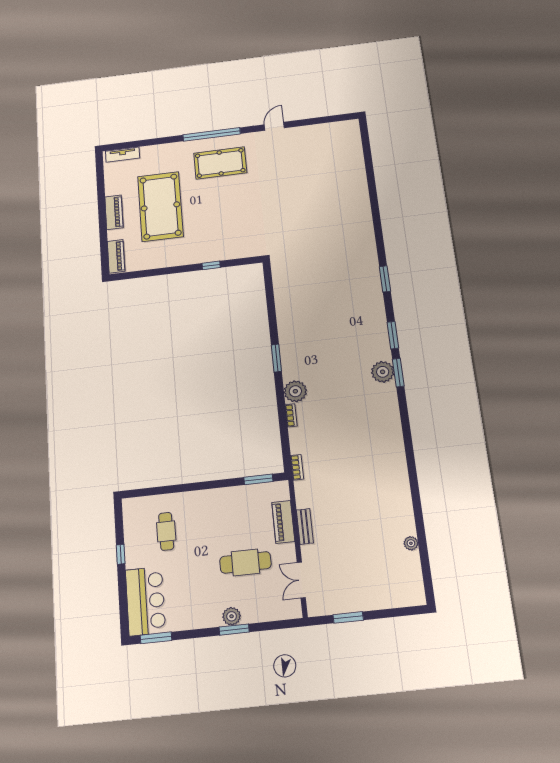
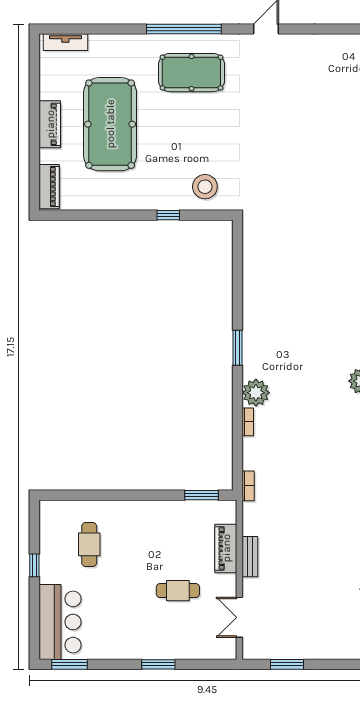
stool: (238, 241) -> (205, 187), added
cafe table: (245, 562) -> (178, 591), width x0.73, depth x0.74
plant: (232, 616) -> (157, 649), removed

